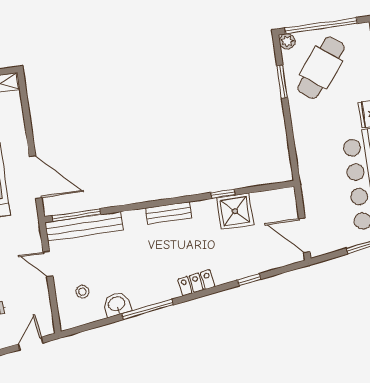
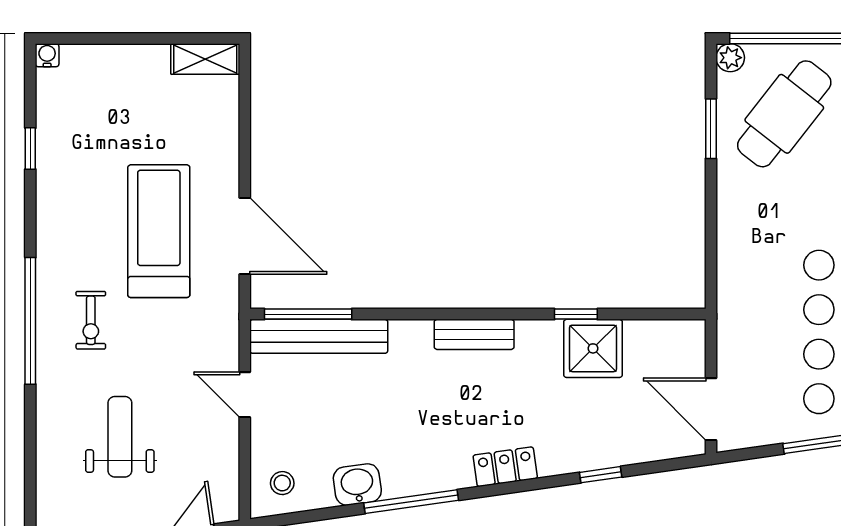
stool: (82, 292) -> (282, 483), moved

